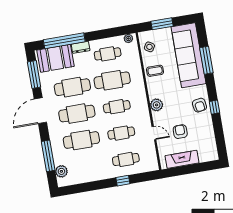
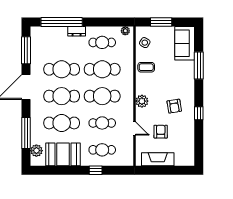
sofa: (188, 55) -> (185, 43), width x0.54, depth x0.79
booth: (55, 58) -> (63, 154), moved
armchair: (199, 105) -> (174, 106), moved
cafe table: (117, 107) -> (102, 96), width x1.37, depth x1.35

